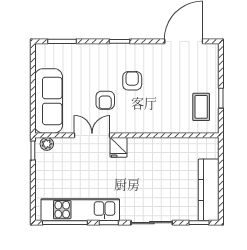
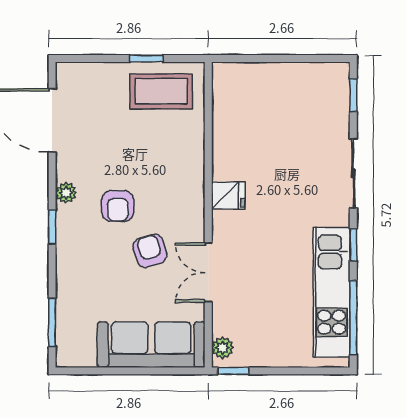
plant: (140, 50) -> (66, 193), added
armchair: (132, 81) -> (118, 206), turned -90
armchair: (105, 100) -> (150, 251), turned -106
coffee table: (201, 107) -> (161, 91), width x1.36, depth x1.30
fridge: (119, 147) -> (228, 196), moved
kitchen counter: (209, 190) -> (299, 79), removed

